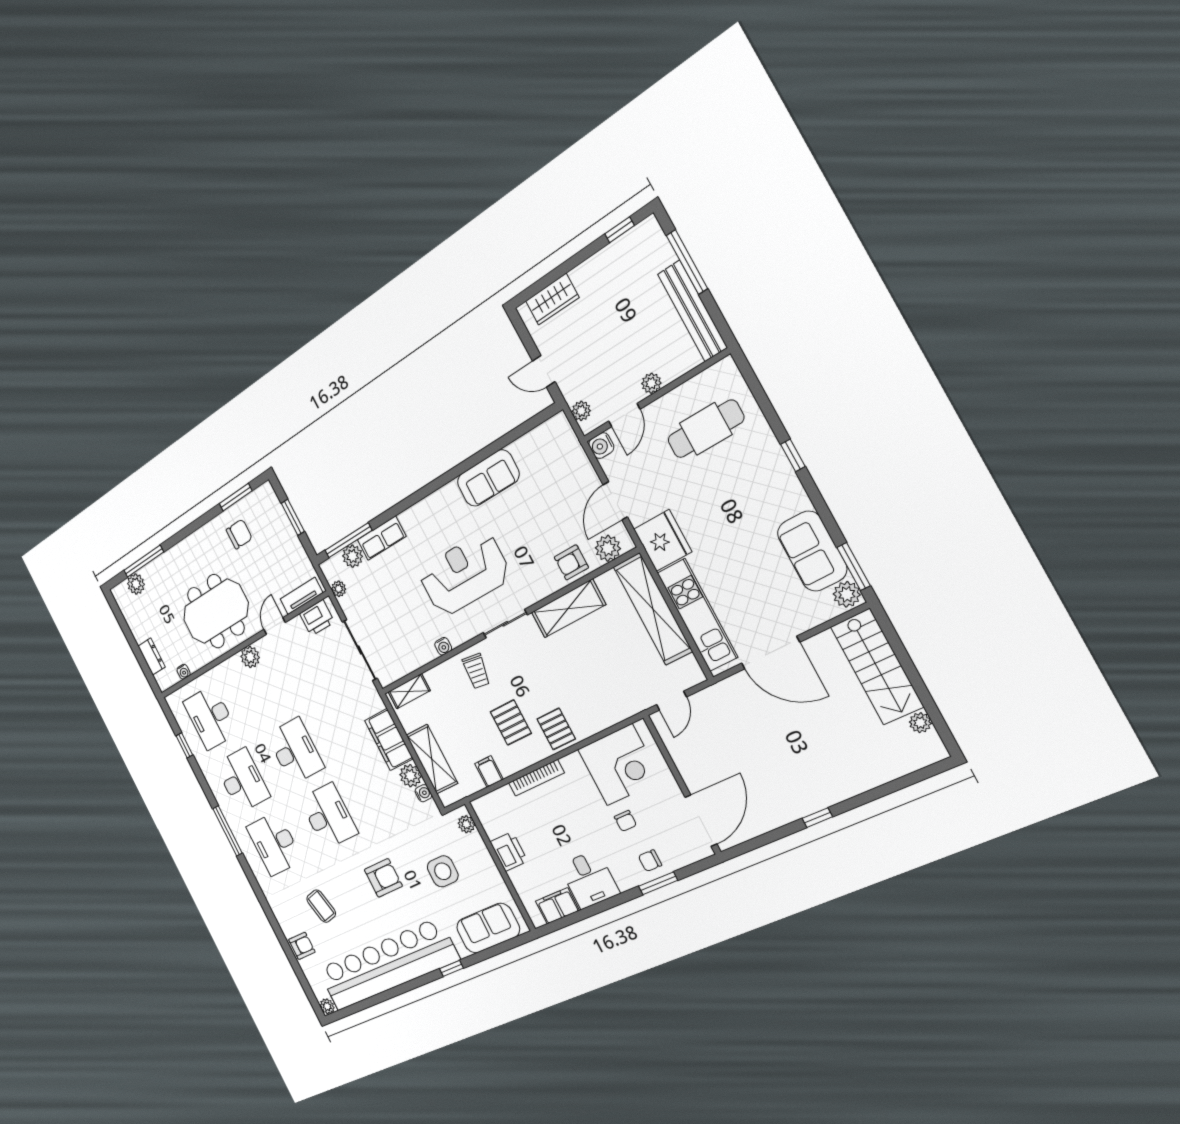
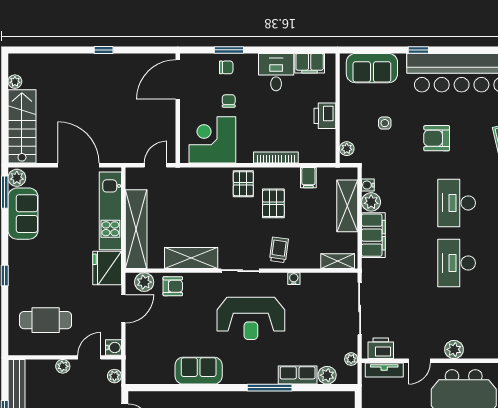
window: (348, 540) -> (270, 388), moved
side table: (443, 871) -> (385, 123), width x0.54, depth x0.54

